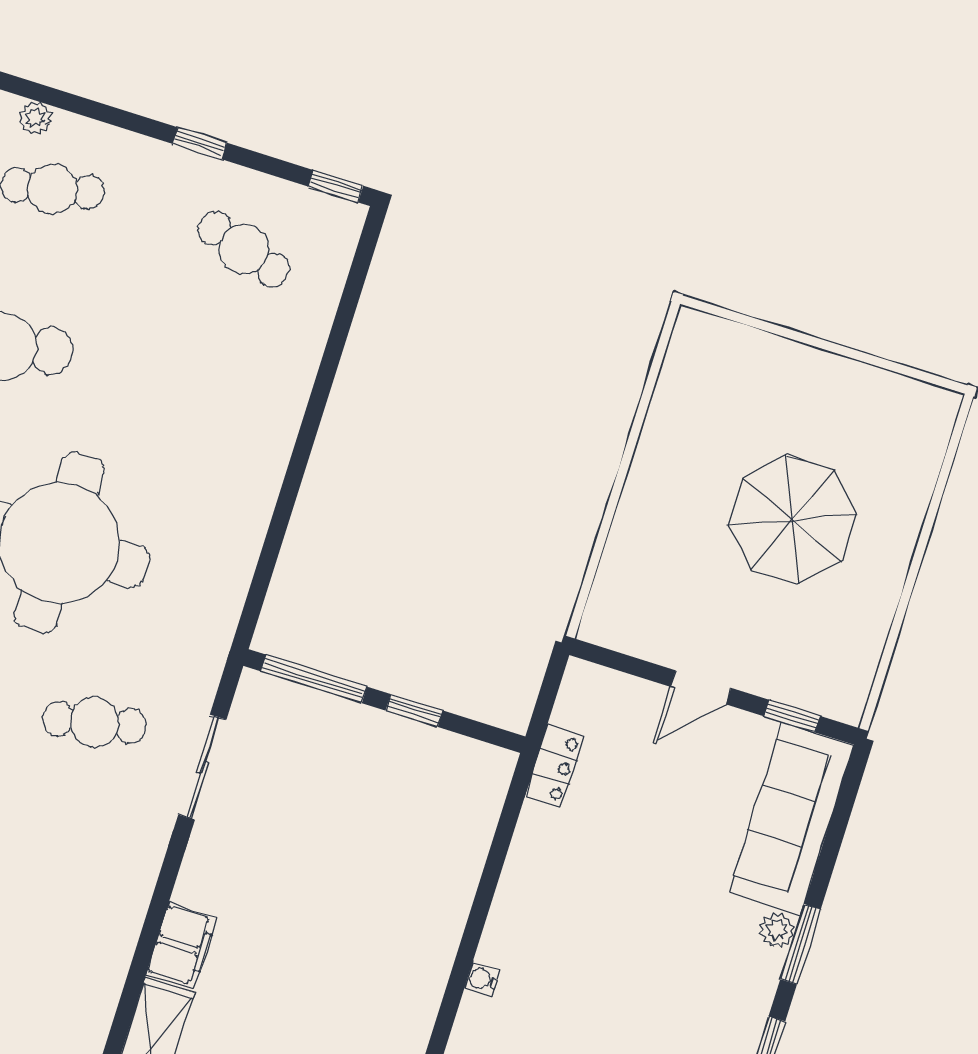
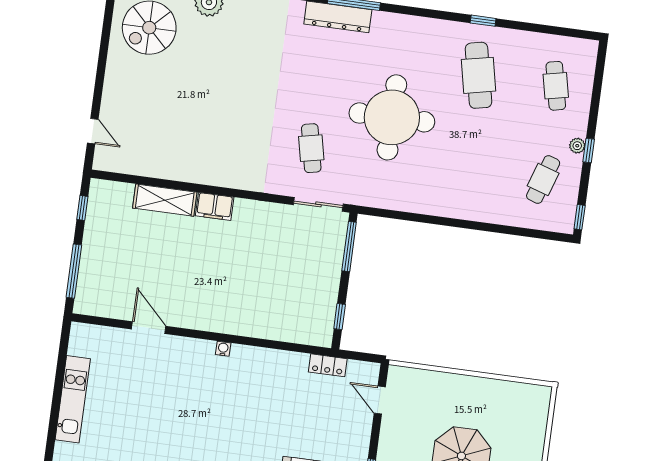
plant: (35, 118) -> (577, 146), moved
door: (701, 687) -> (380, 400), moved
window: (414, 711) -> (340, 317), moved
sliding door: (202, 767) -> (318, 204), moved

